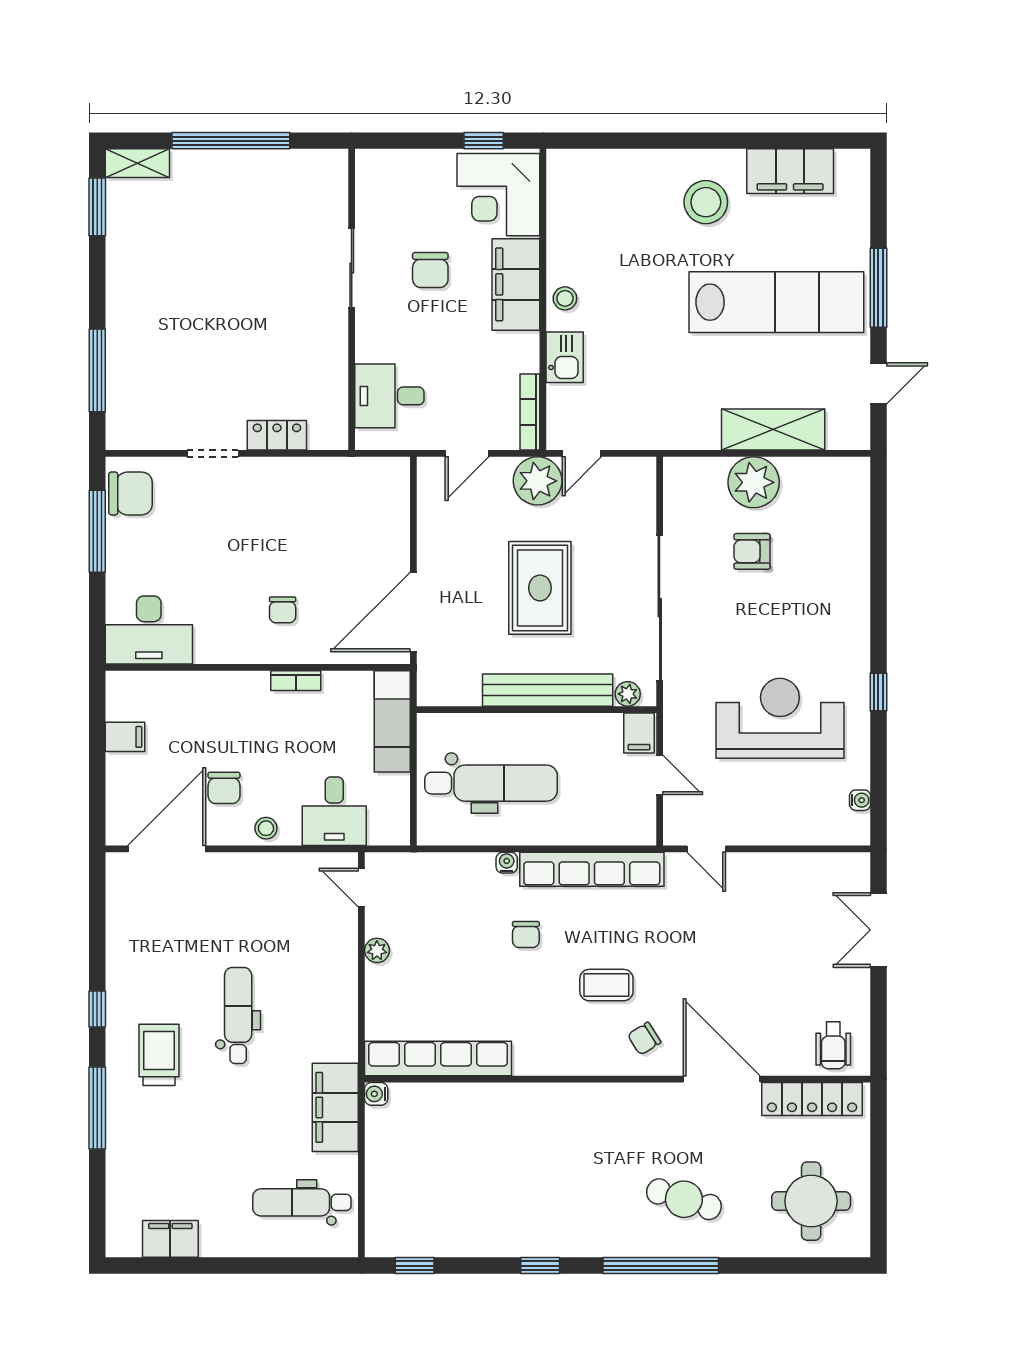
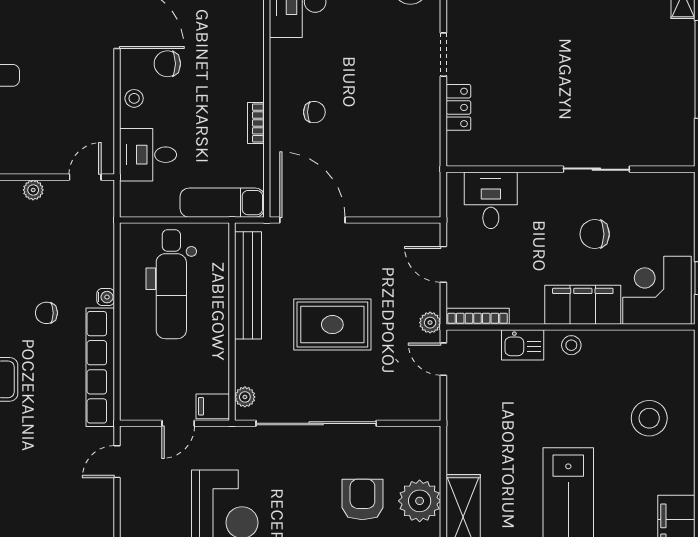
stool: (706, 202) -> (649, 418), moved
plant: (538, 481) -> (430, 323), width x0.53, depth x0.53
armchair: (752, 551) -> (362, 500), width x1.38, depth x1.38
chair: (283, 610) -> (314, 112), turned 180
bench: (548, 690) -> (248, 285), moved

